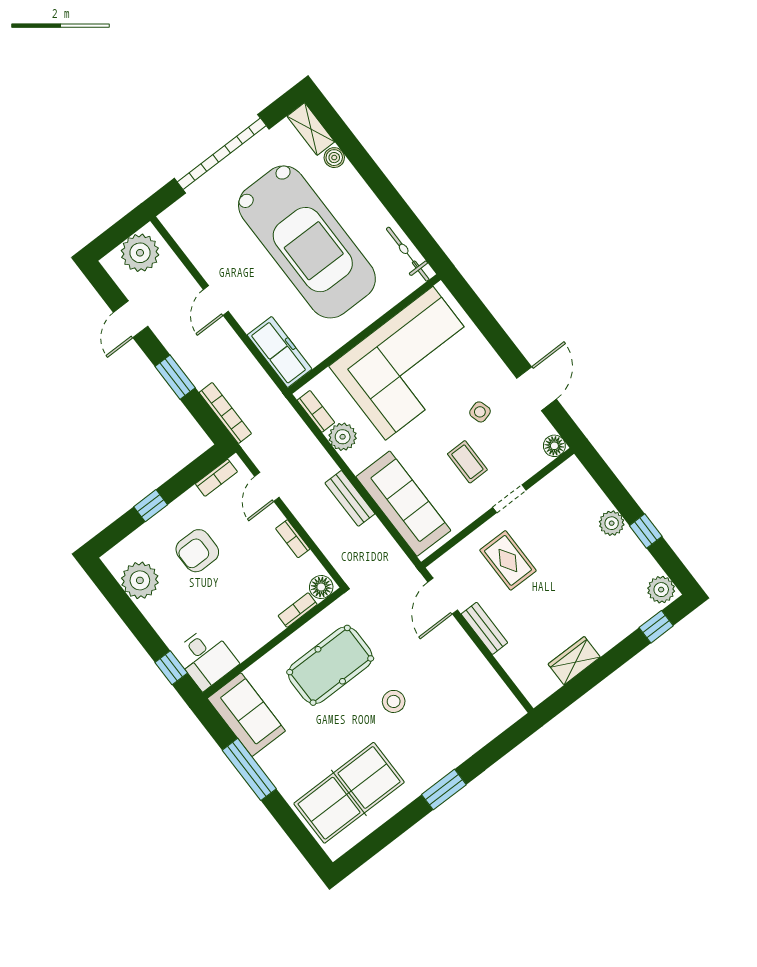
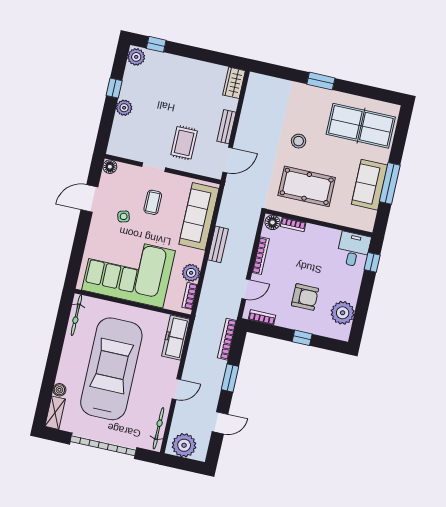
bicycle: (187, 239) -> (158, 428), added
bookcase: (293, 539) -> (261, 256), width x1.56
wardrobe: (574, 661) -> (234, 83), moved, turned 90
sofa: (246, 715) -> (369, 185), moved

